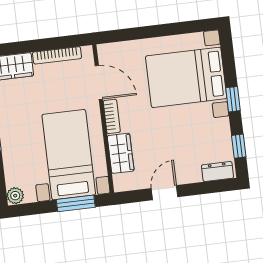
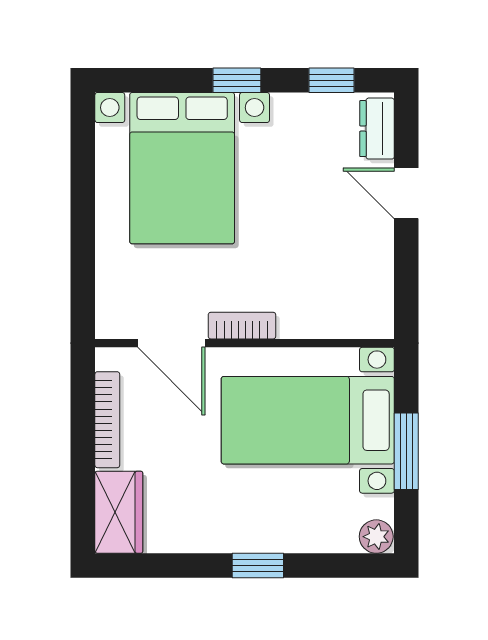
door: (99, 82) -> (171, 343), swing flipped
wardrobe: (121, 153) -> (317, 317), removed
door: (164, 193) -> (406, 193), moved
window: (76, 203) -> (406, 451), moved

